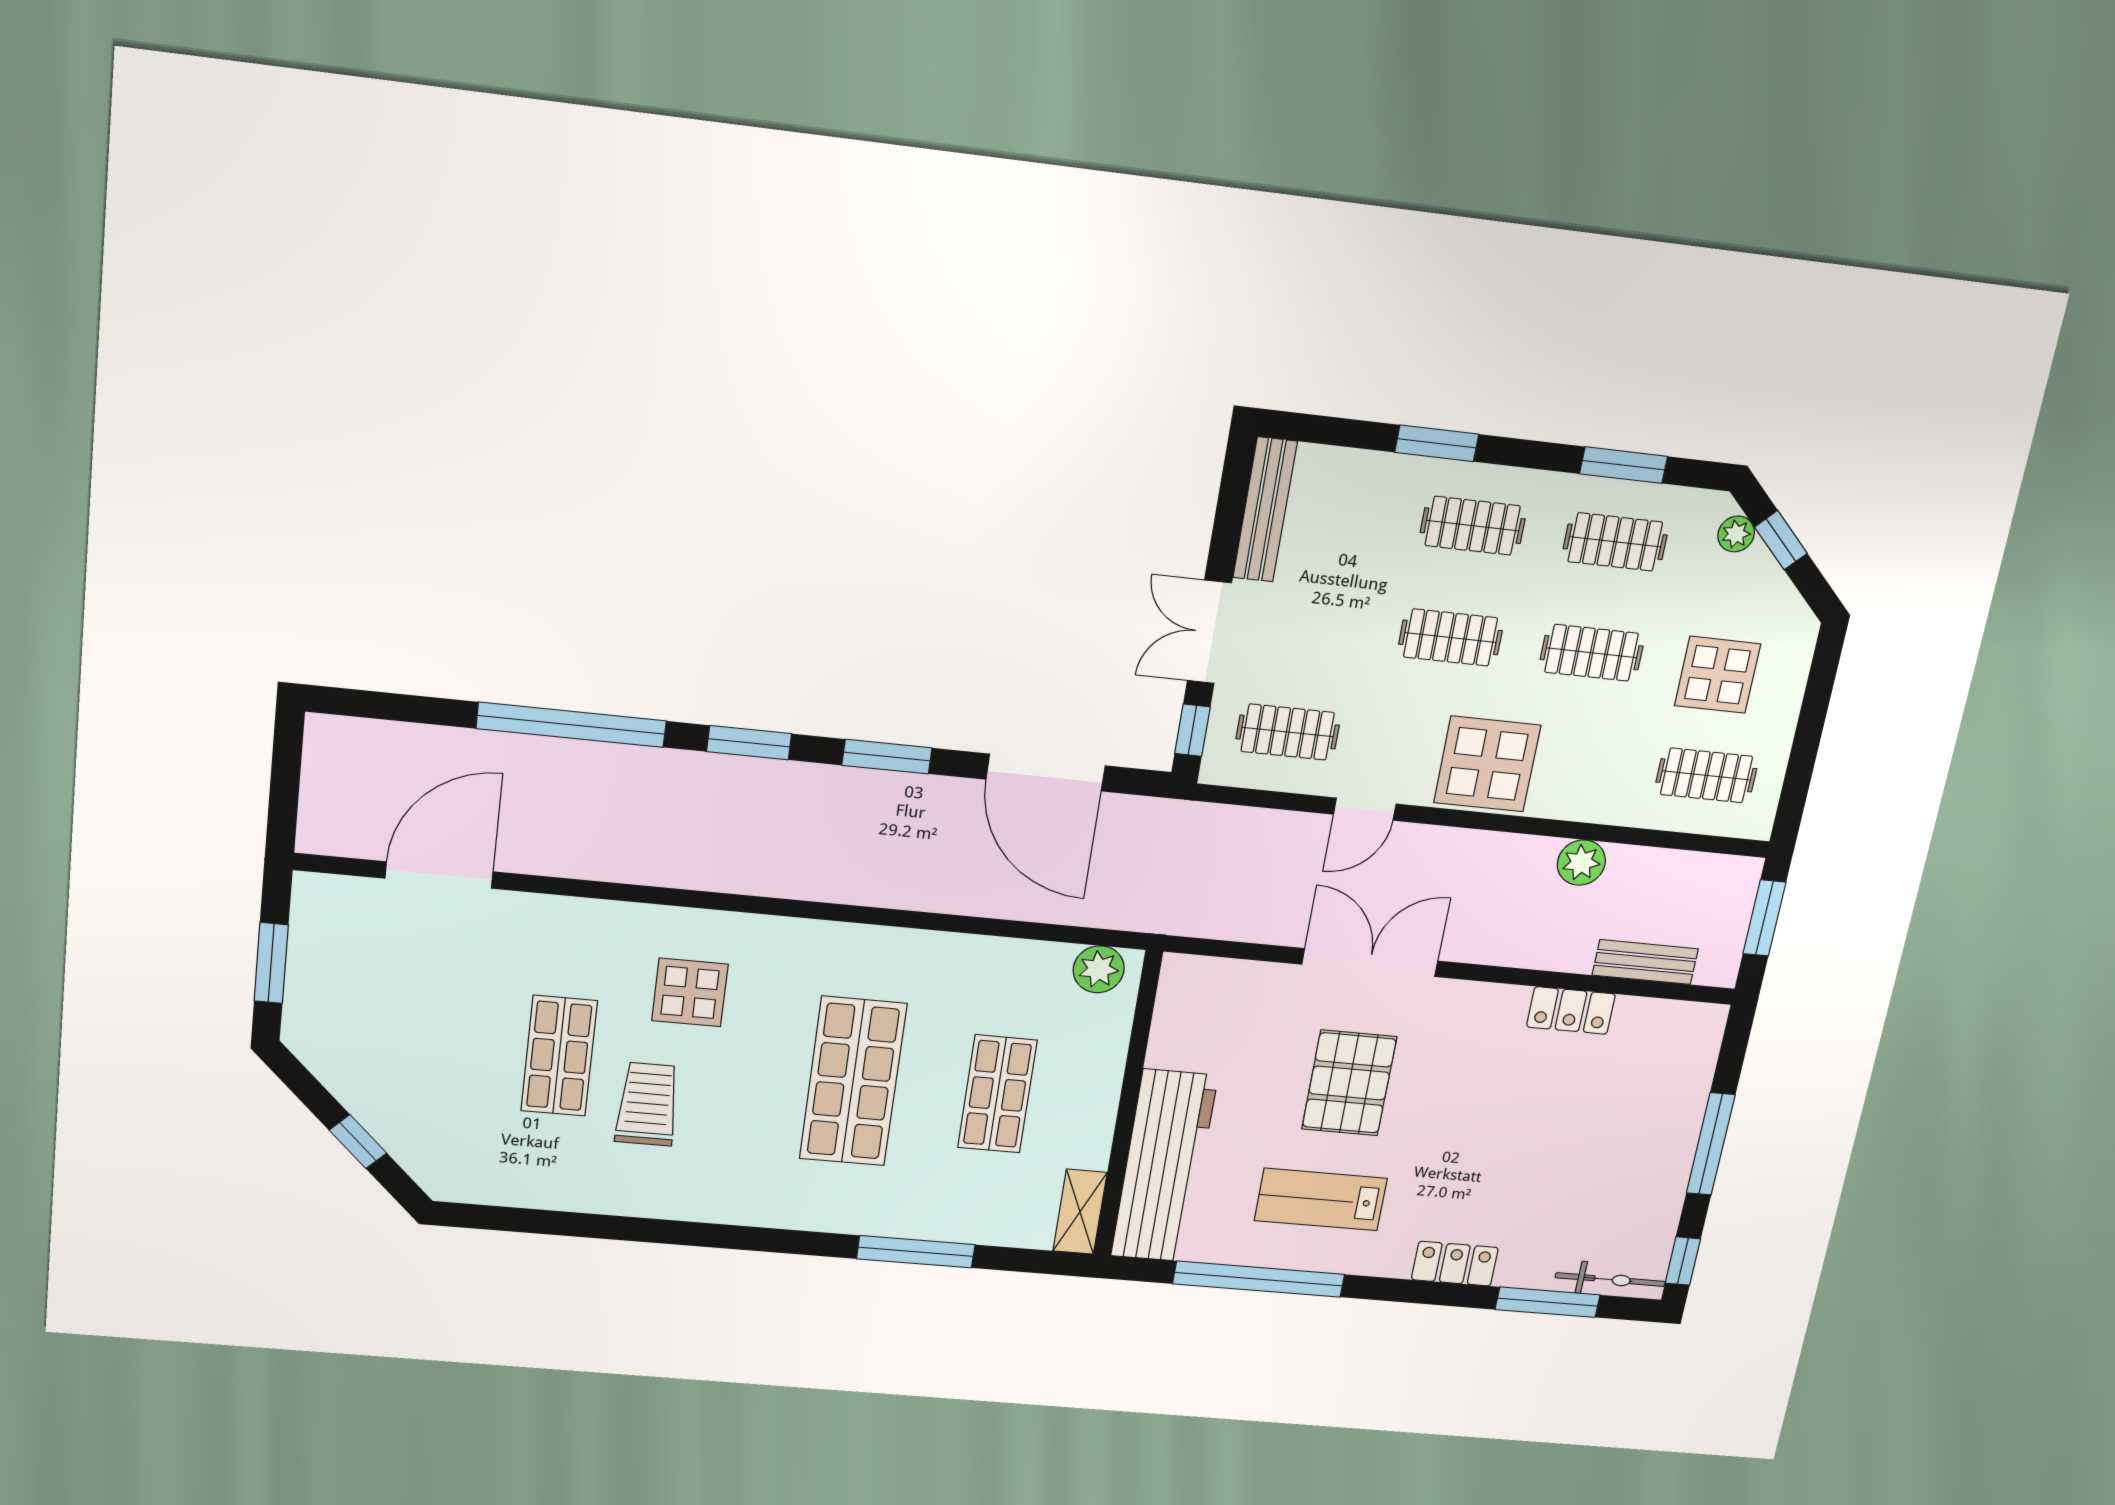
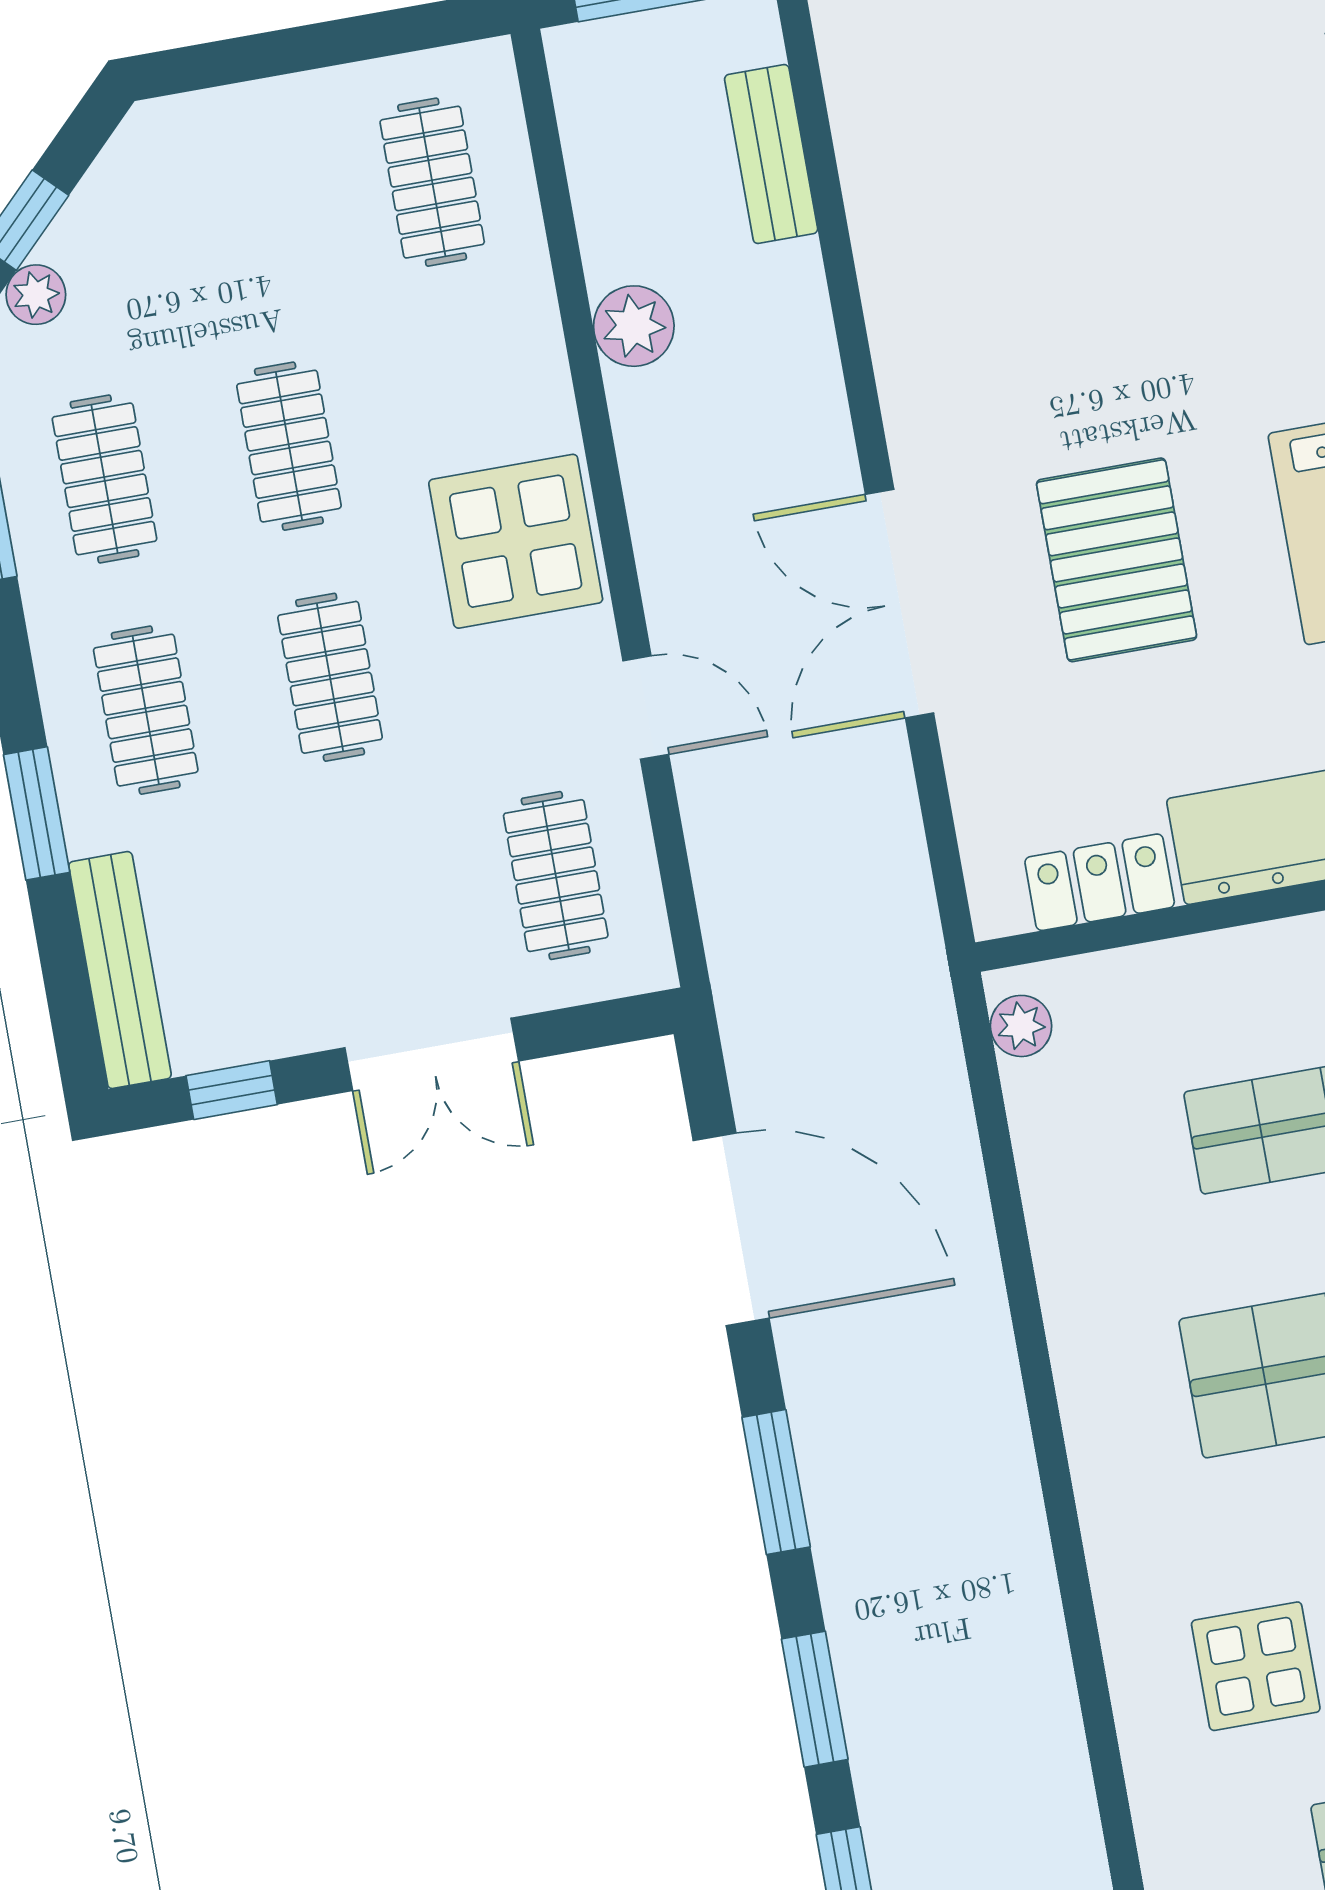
bench: (1265, 510) -> (120, 970), moved, turned 90
display table: (1718, 675) -> (265, 232), removed
window: (1192, 730) -> (232, 1090), moved
door: (1046, 773) -> (731, 1229), hinge flipped
plant: (1099, 969) -> (1021, 1026), width x0.73, depth x0.73
locker: (1571, 1010) -> (1100, 882), moved, turned -90
pallet: (1349, 1083) -> (1117, 560), turned 90

